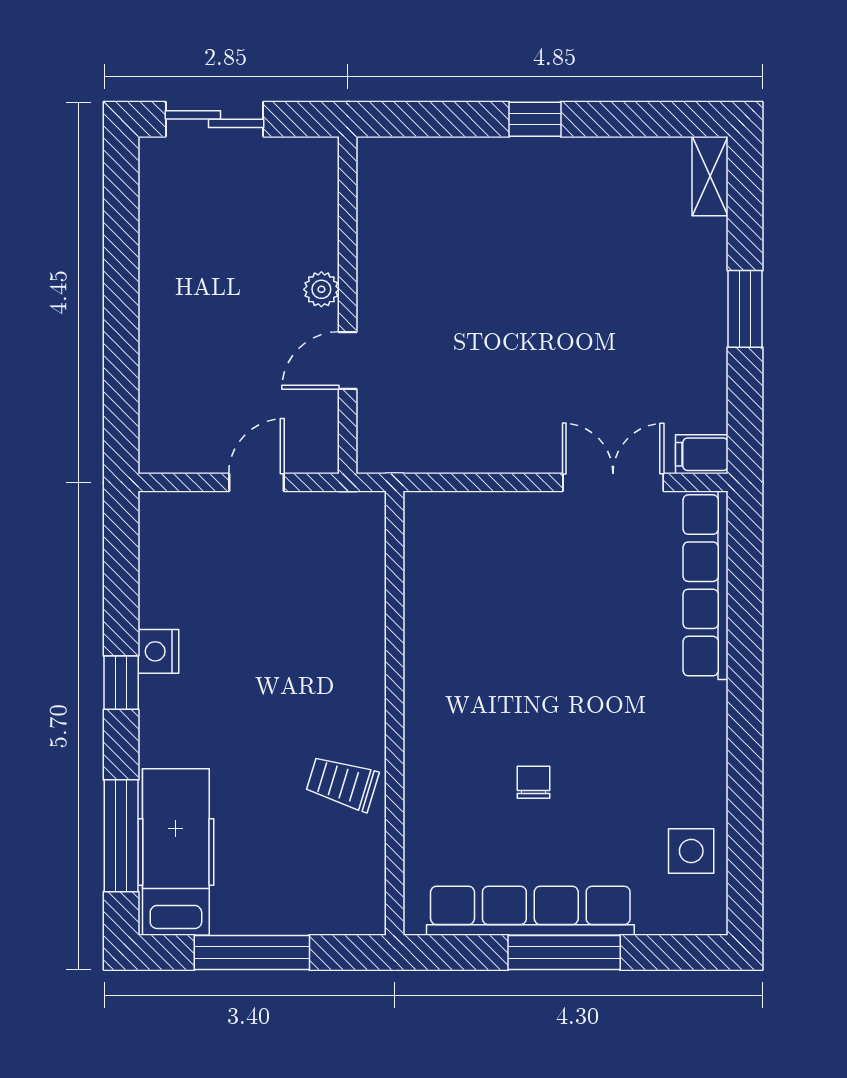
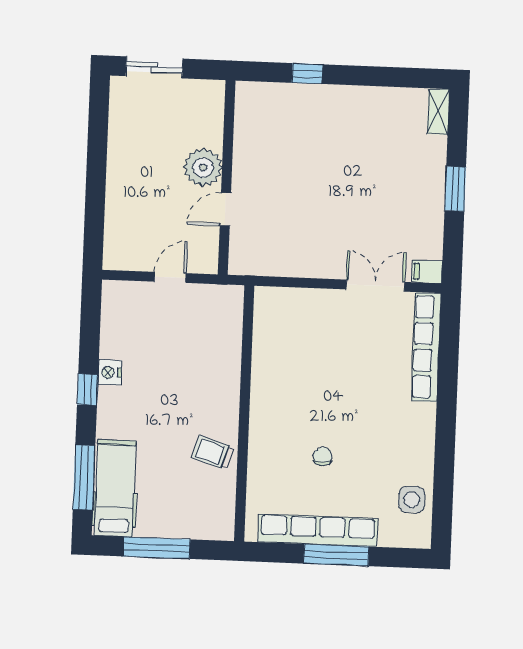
window: (535, 119) -> (307, 74), moved
plant: (321, 289) -> (203, 167), width x1.88, depth x1.88

